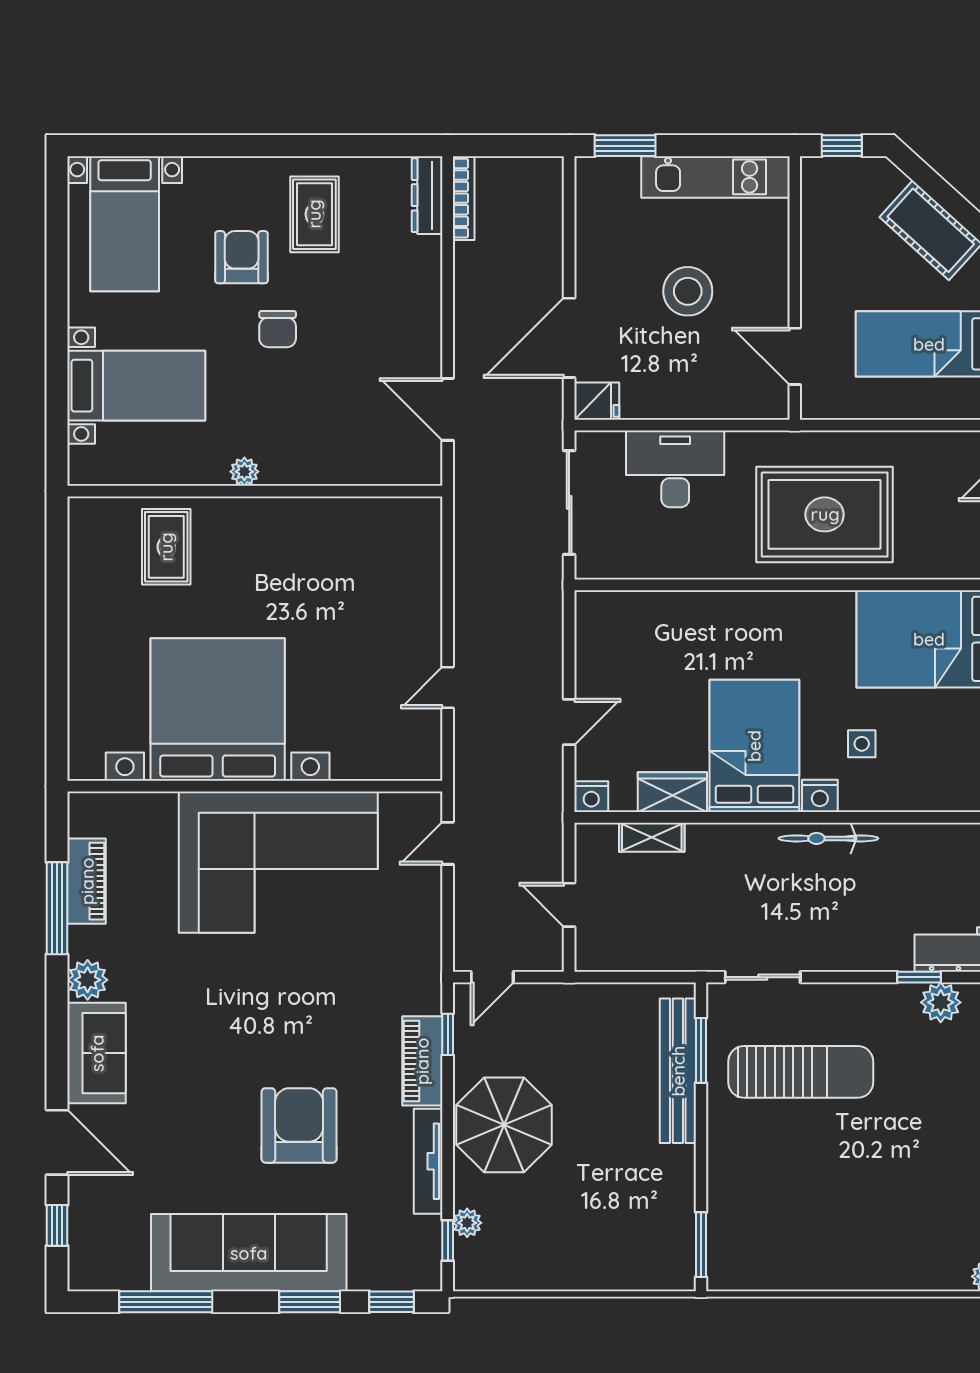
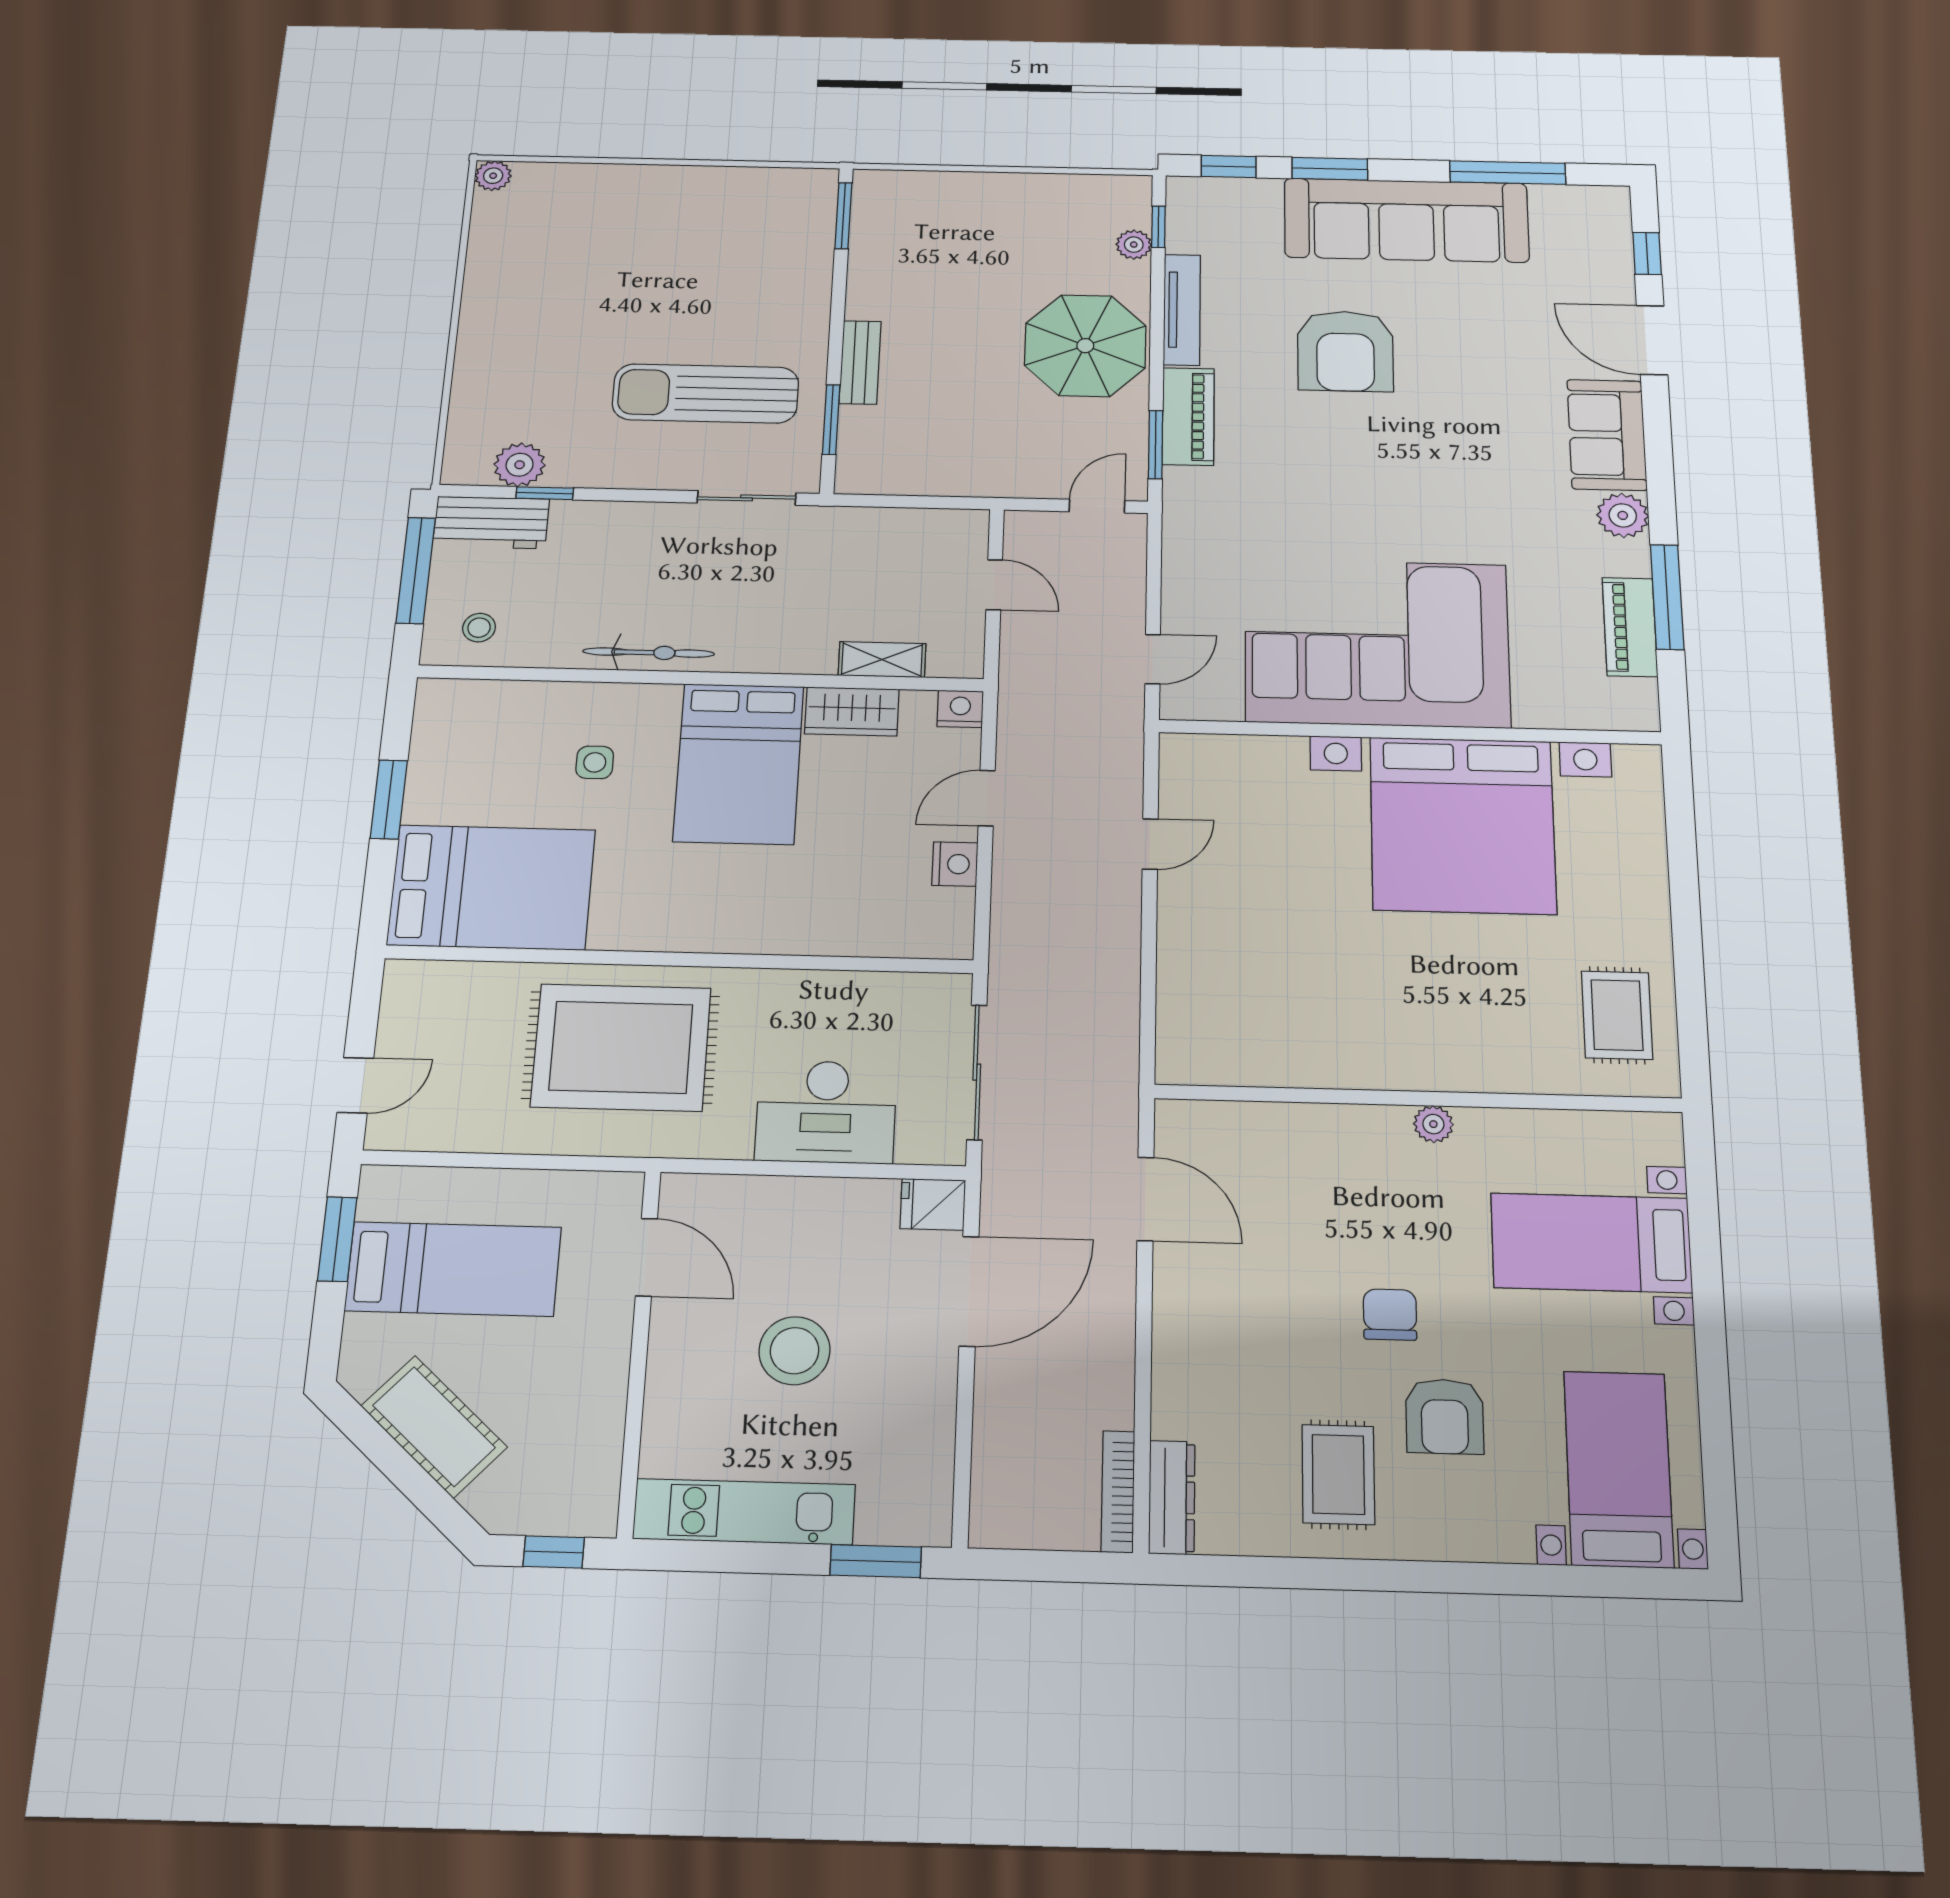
rug: (166, 547) -> (1617, 1015), moved
nightstand: (820, 796) -> (955, 864), moved, turned 90
stool: (959, 856) -> (479, 628), added
window: (448, 1034) -> (1156, 445), width x1.50
bench: (678, 1071) -> (860, 362), width x0.54, depth x0.82

